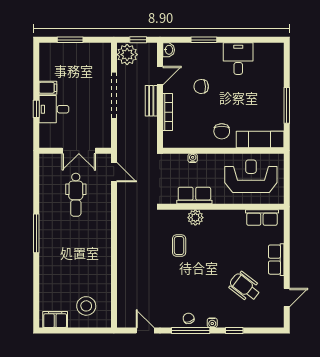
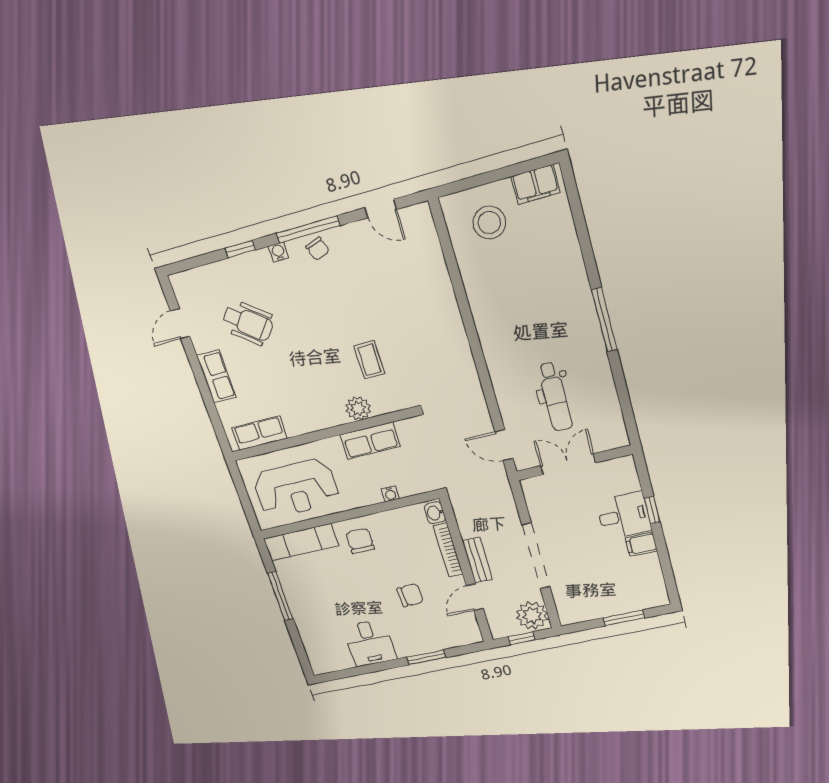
washbasin: (169, 50) -> (435, 513), moved
dental chair: (76, 195) -> (555, 397), turned 180

